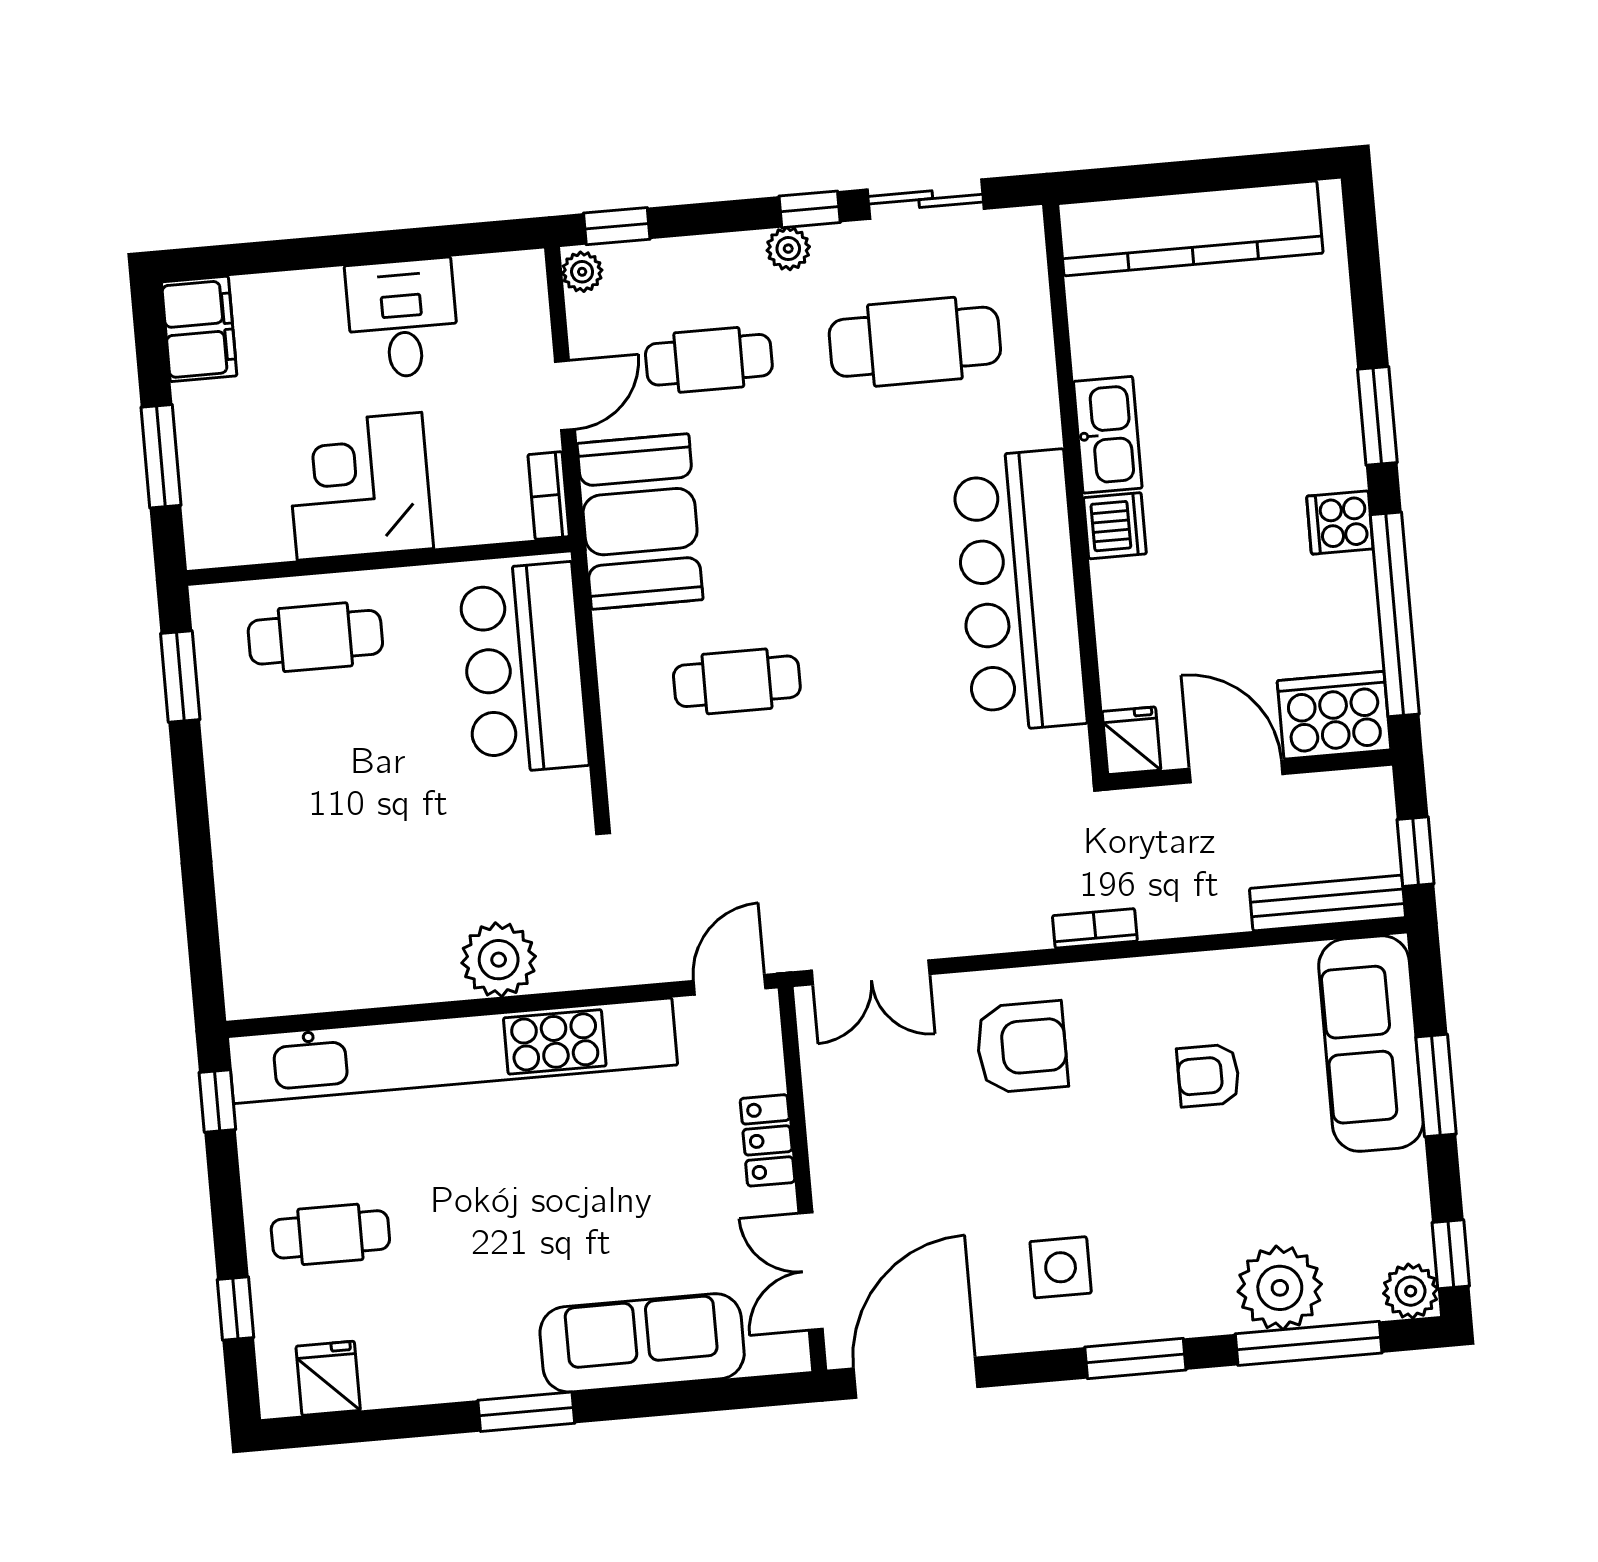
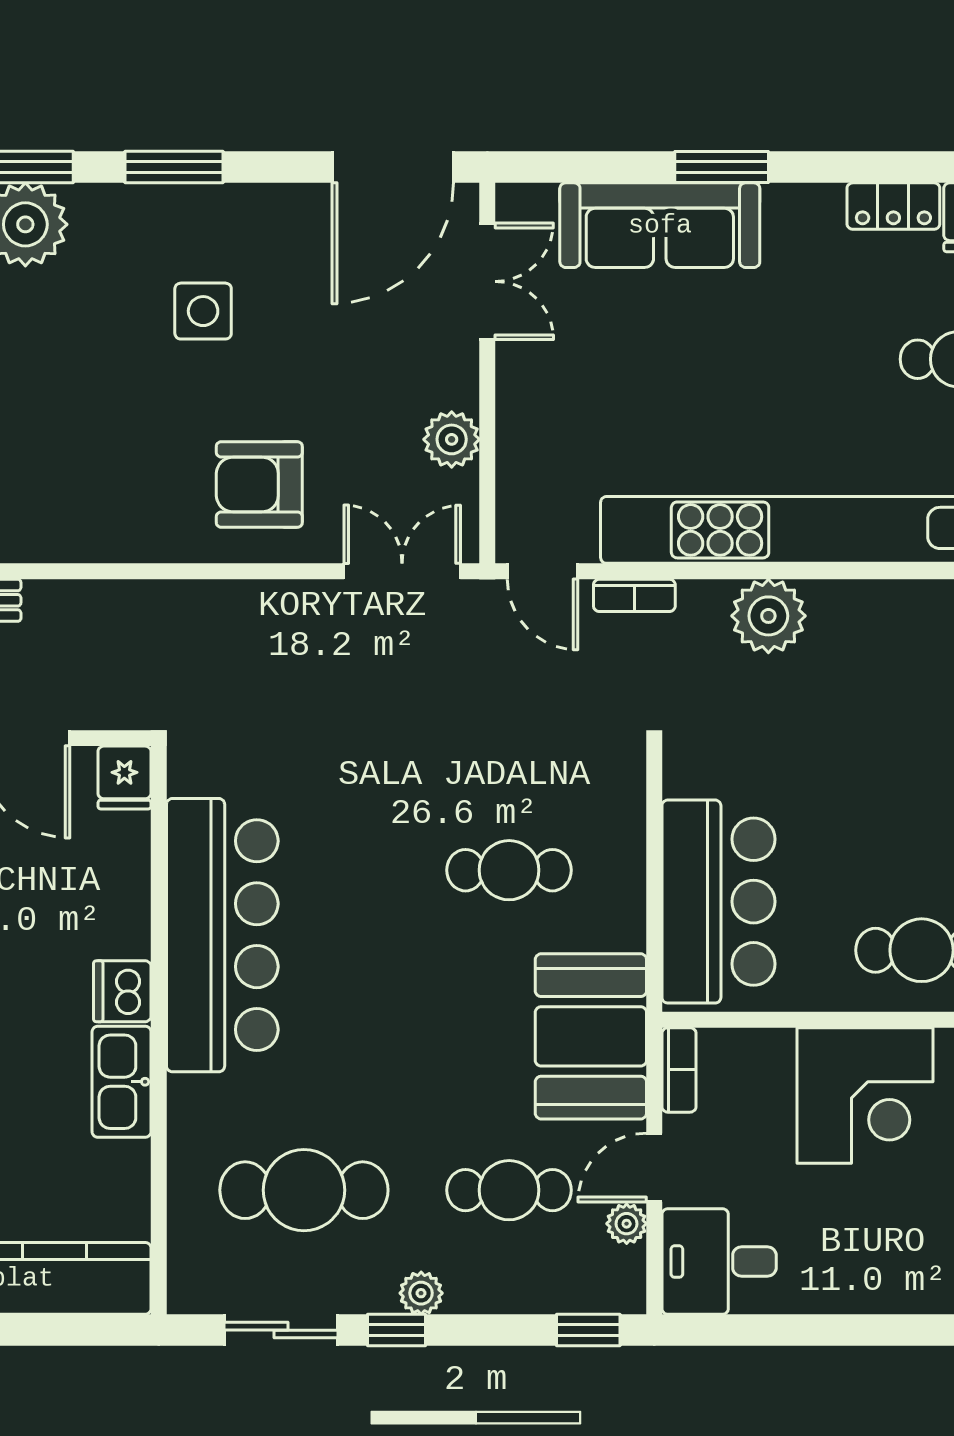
plant: (582, 272) -> (627, 1224), moved
desk: (402, 319) -> (719, 1262), moved, turned 90
bookcase: (1095, 928) -> (634, 595), moved
door: (730, 985) -> (543, 571), hinge flipped
armchair: (1208, 1075) -> (78, 440), removed
plant: (833, 1109) -> (452, 439), added
locker: (767, 1140) -> (893, 206), moved, turned 90
side table: (1061, 1267) -> (203, 311), moved
window: (526, 1412) -> (722, 167), moved

